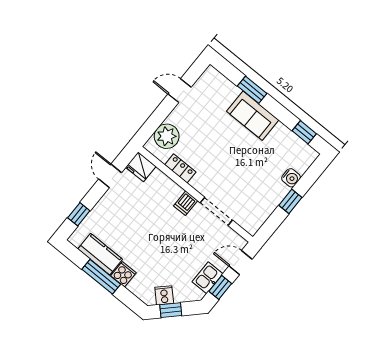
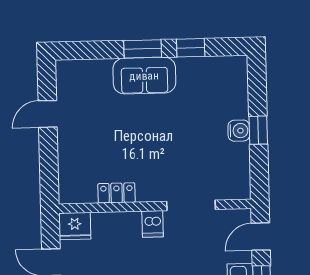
window: (252, 90) -> (143, 49), moved
window: (304, 132) -> (191, 48), moved
plant: (167, 136) -> (74, 172), removed
water cooler: (291, 178) -> (239, 131), moved

